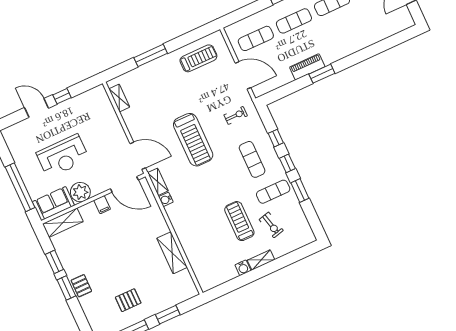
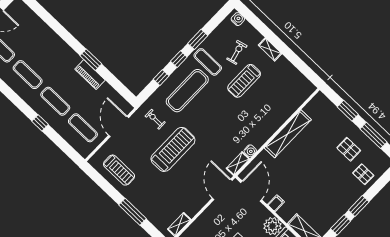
treadmill: (198, 58) -> (119, 170), turned 180
treadmill: (193, 140) -> (173, 149), moved
exercise mat: (252, 159) -> (187, 91), width x1.36, depth x1.45
shelving: (172, 253) -> (288, 134), width x1.47
water cooler: (243, 268) -> (238, 19), moved
pallet: (81, 286) -> (363, 174), moved, turned 90

